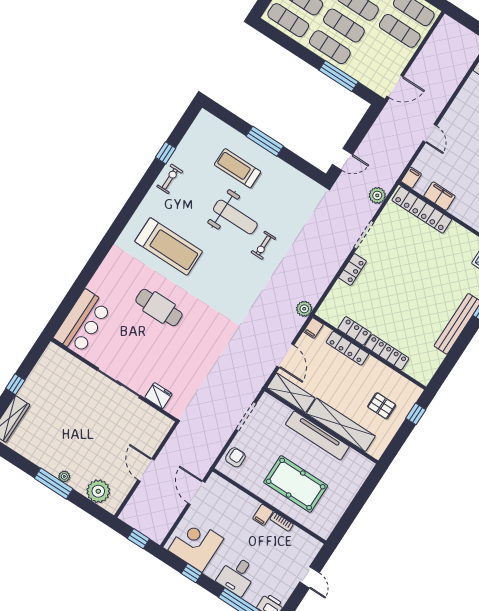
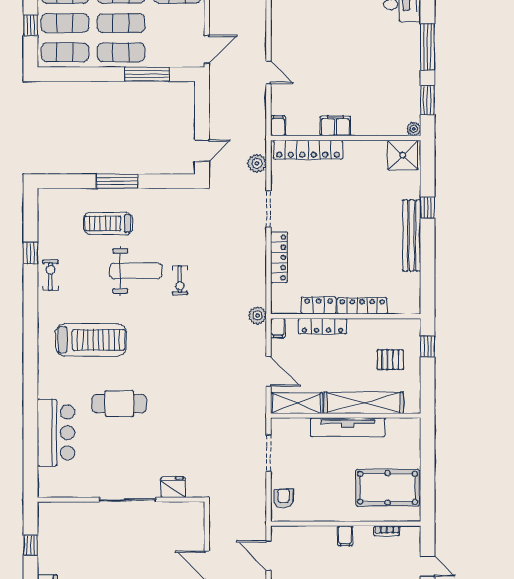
filing cabinet: (439, 196) -> (335, 126), moved
locker: (352, 269) -> (279, 257), width x1.53
bar counter: (83, 322) -> (56, 433), moved
window: (15, 384) -> (31, 545), moved
pool table: (296, 484) -> (388, 488), moved
bookcase: (282, 522) -> (387, 531), moved

